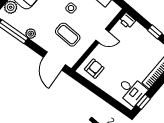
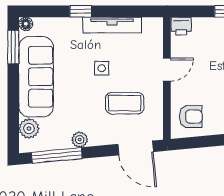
armchair: (94, 69) -> (191, 117), turned 90

